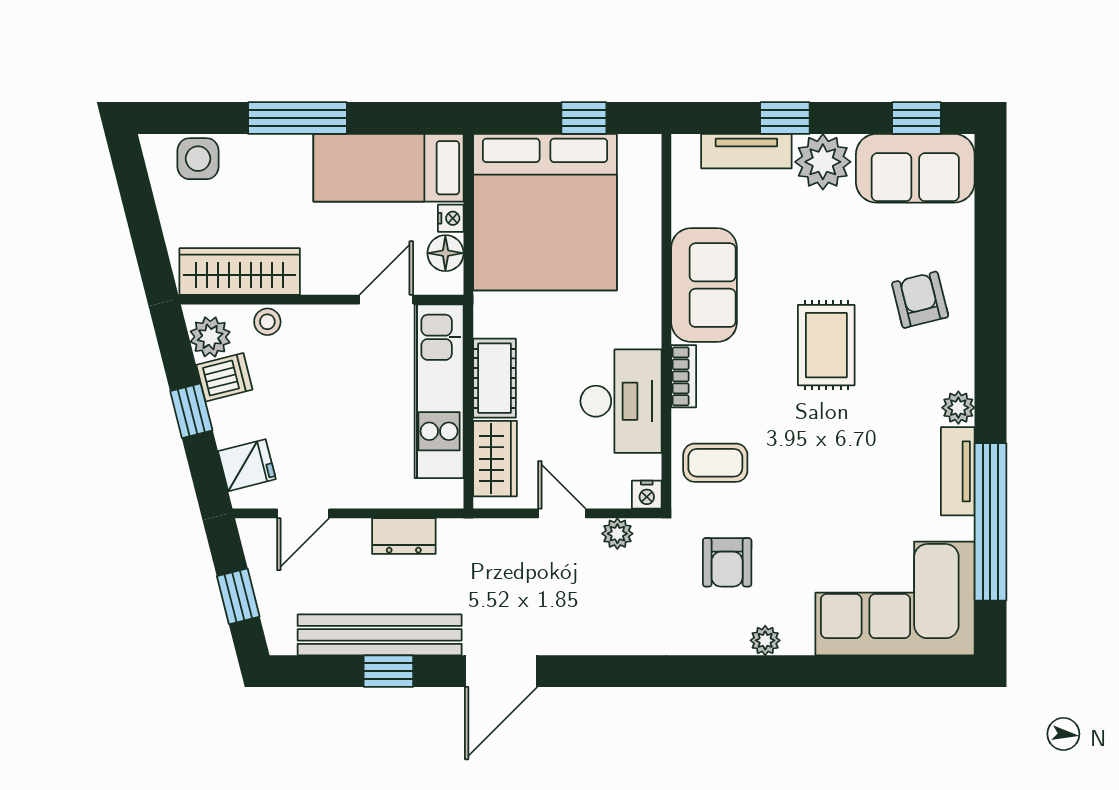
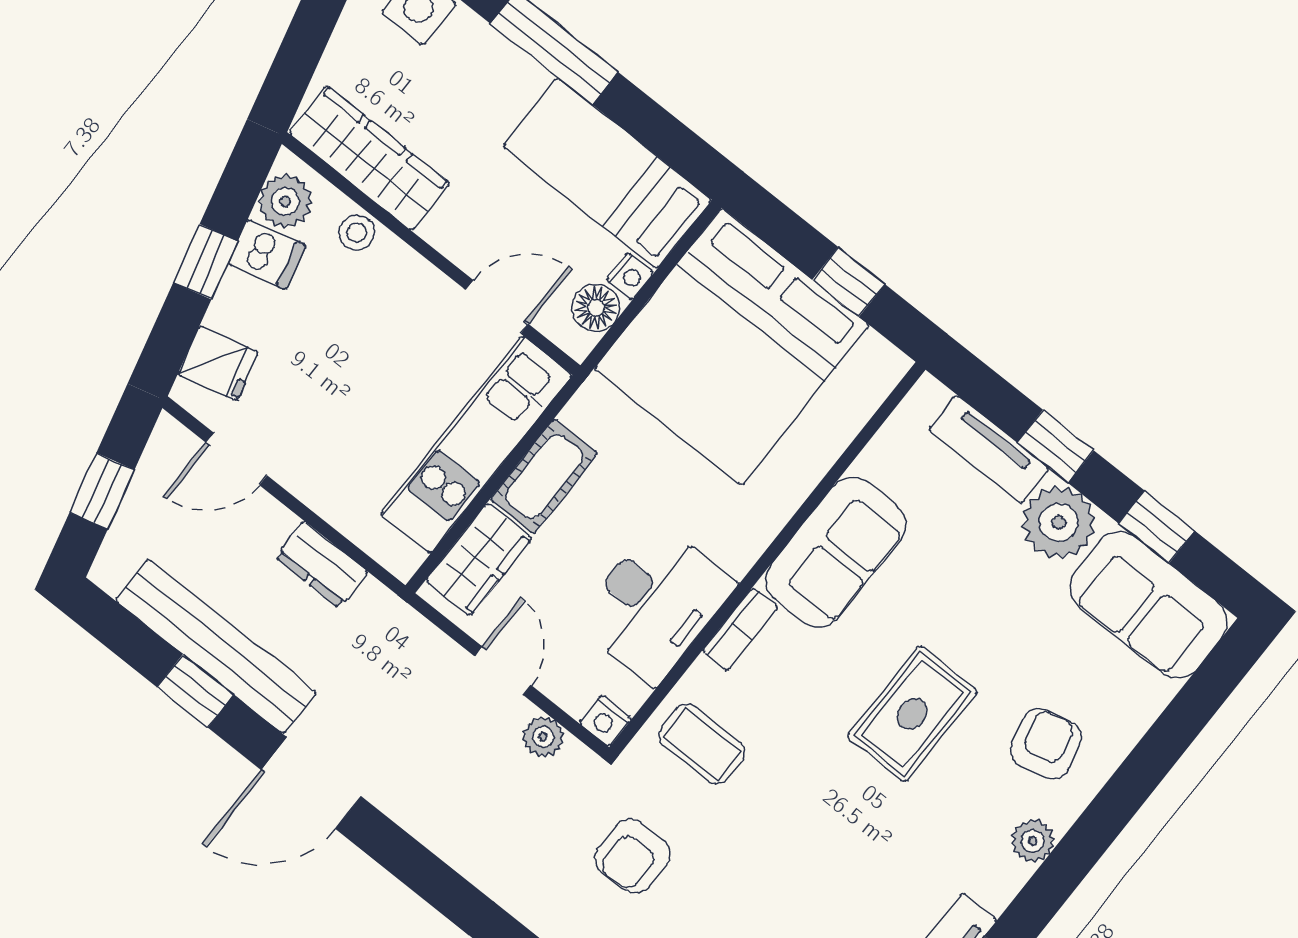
window: (916, 118) -> (1157, 527), moved
plant: (958, 408) -> (1033, 841), moved

